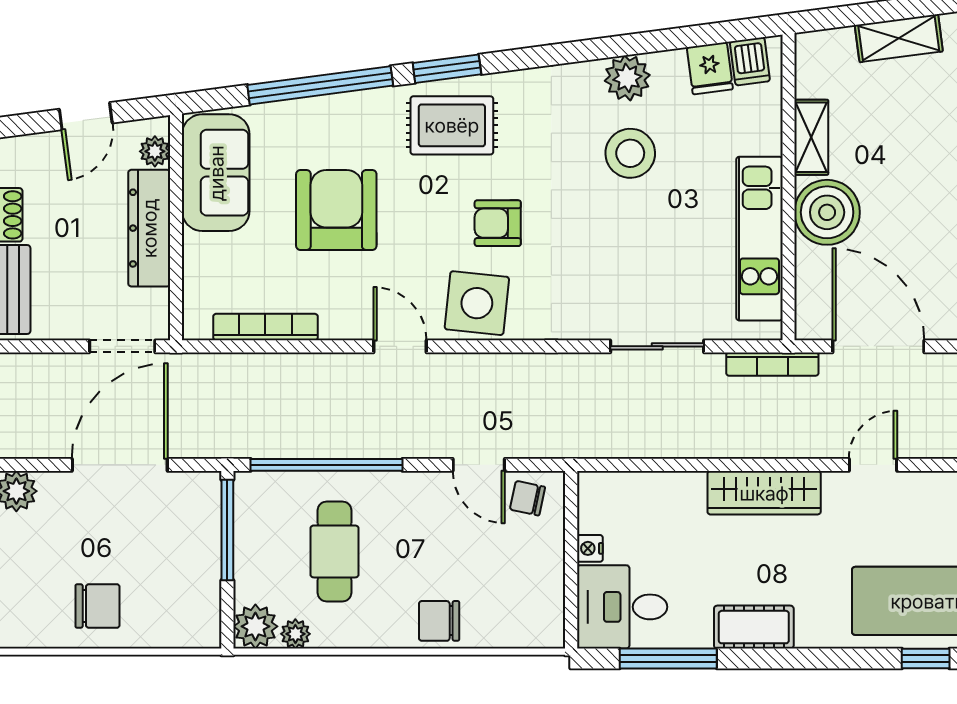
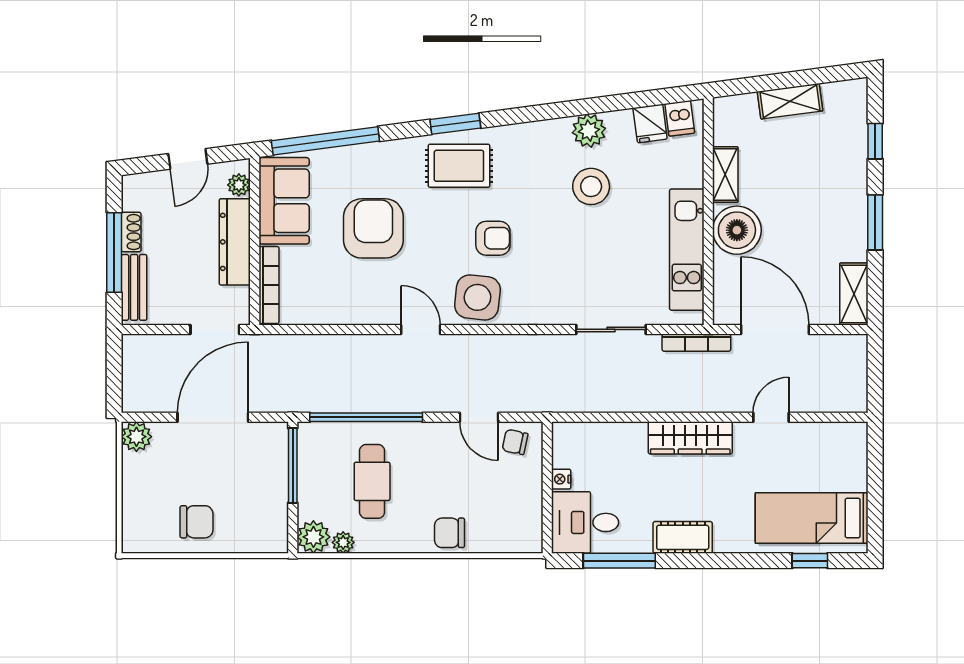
window: (320, 85) -> (325, 141), moved
armchair: (498, 223) -> (493, 238), turned 180
bookcase: (265, 327) -> (269, 285), moved, turned 90

